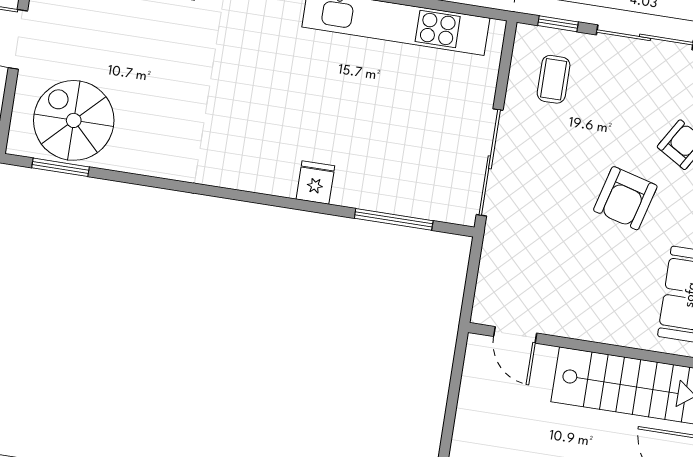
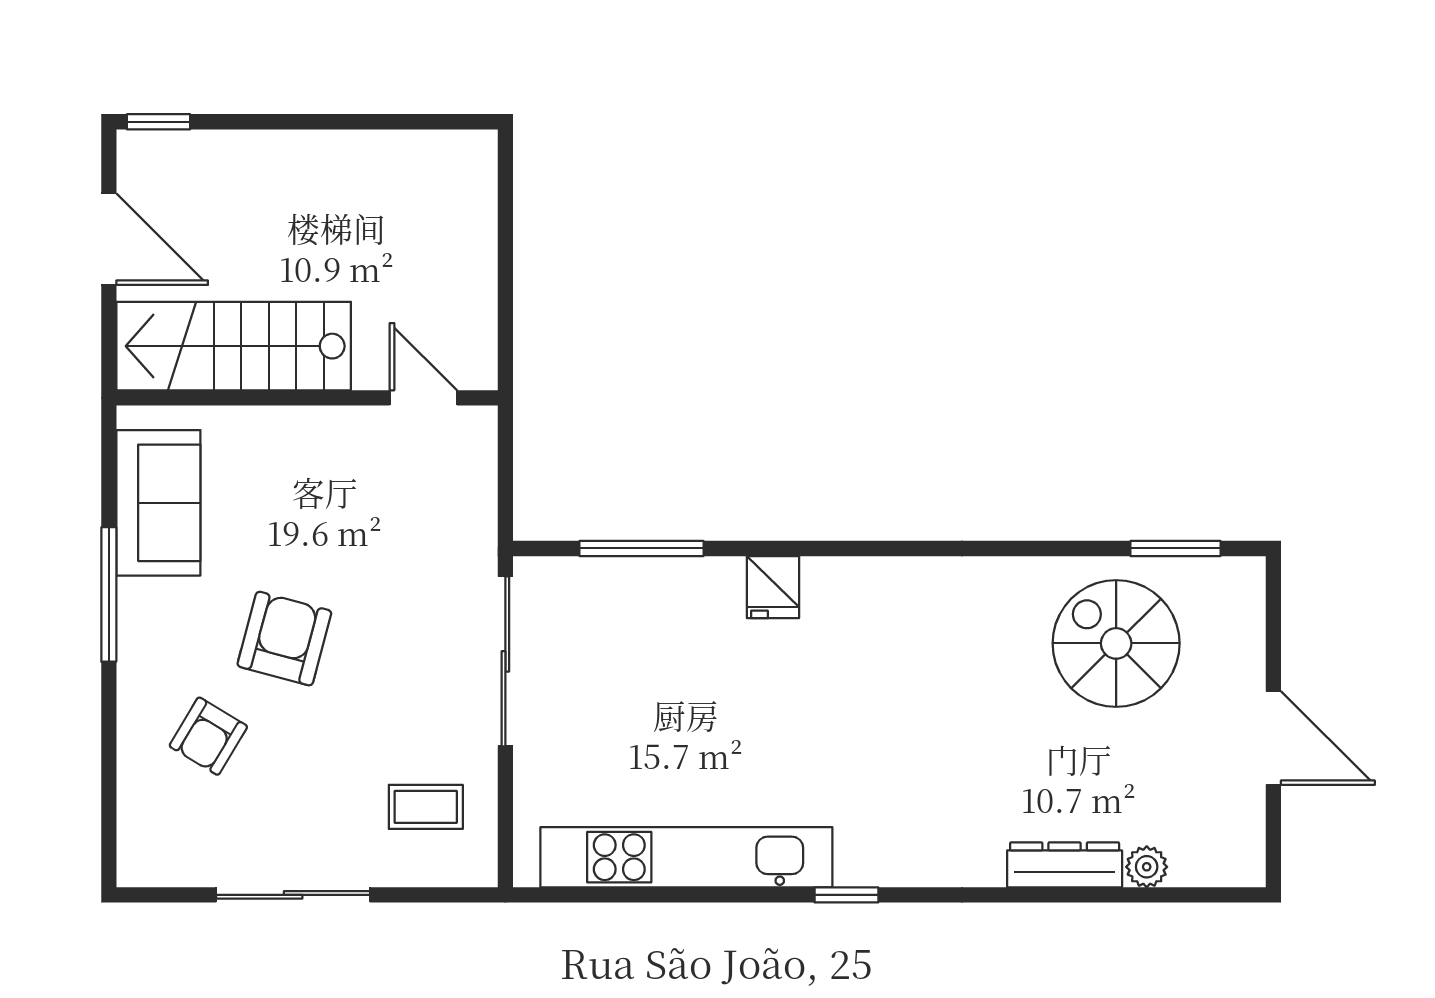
window: (558, 24) -> (432, 895), removed
coffee table: (554, 79) -> (426, 807), turned 90
spiral stairs: (74, 120) -> (1116, 643), moved, turned 180

